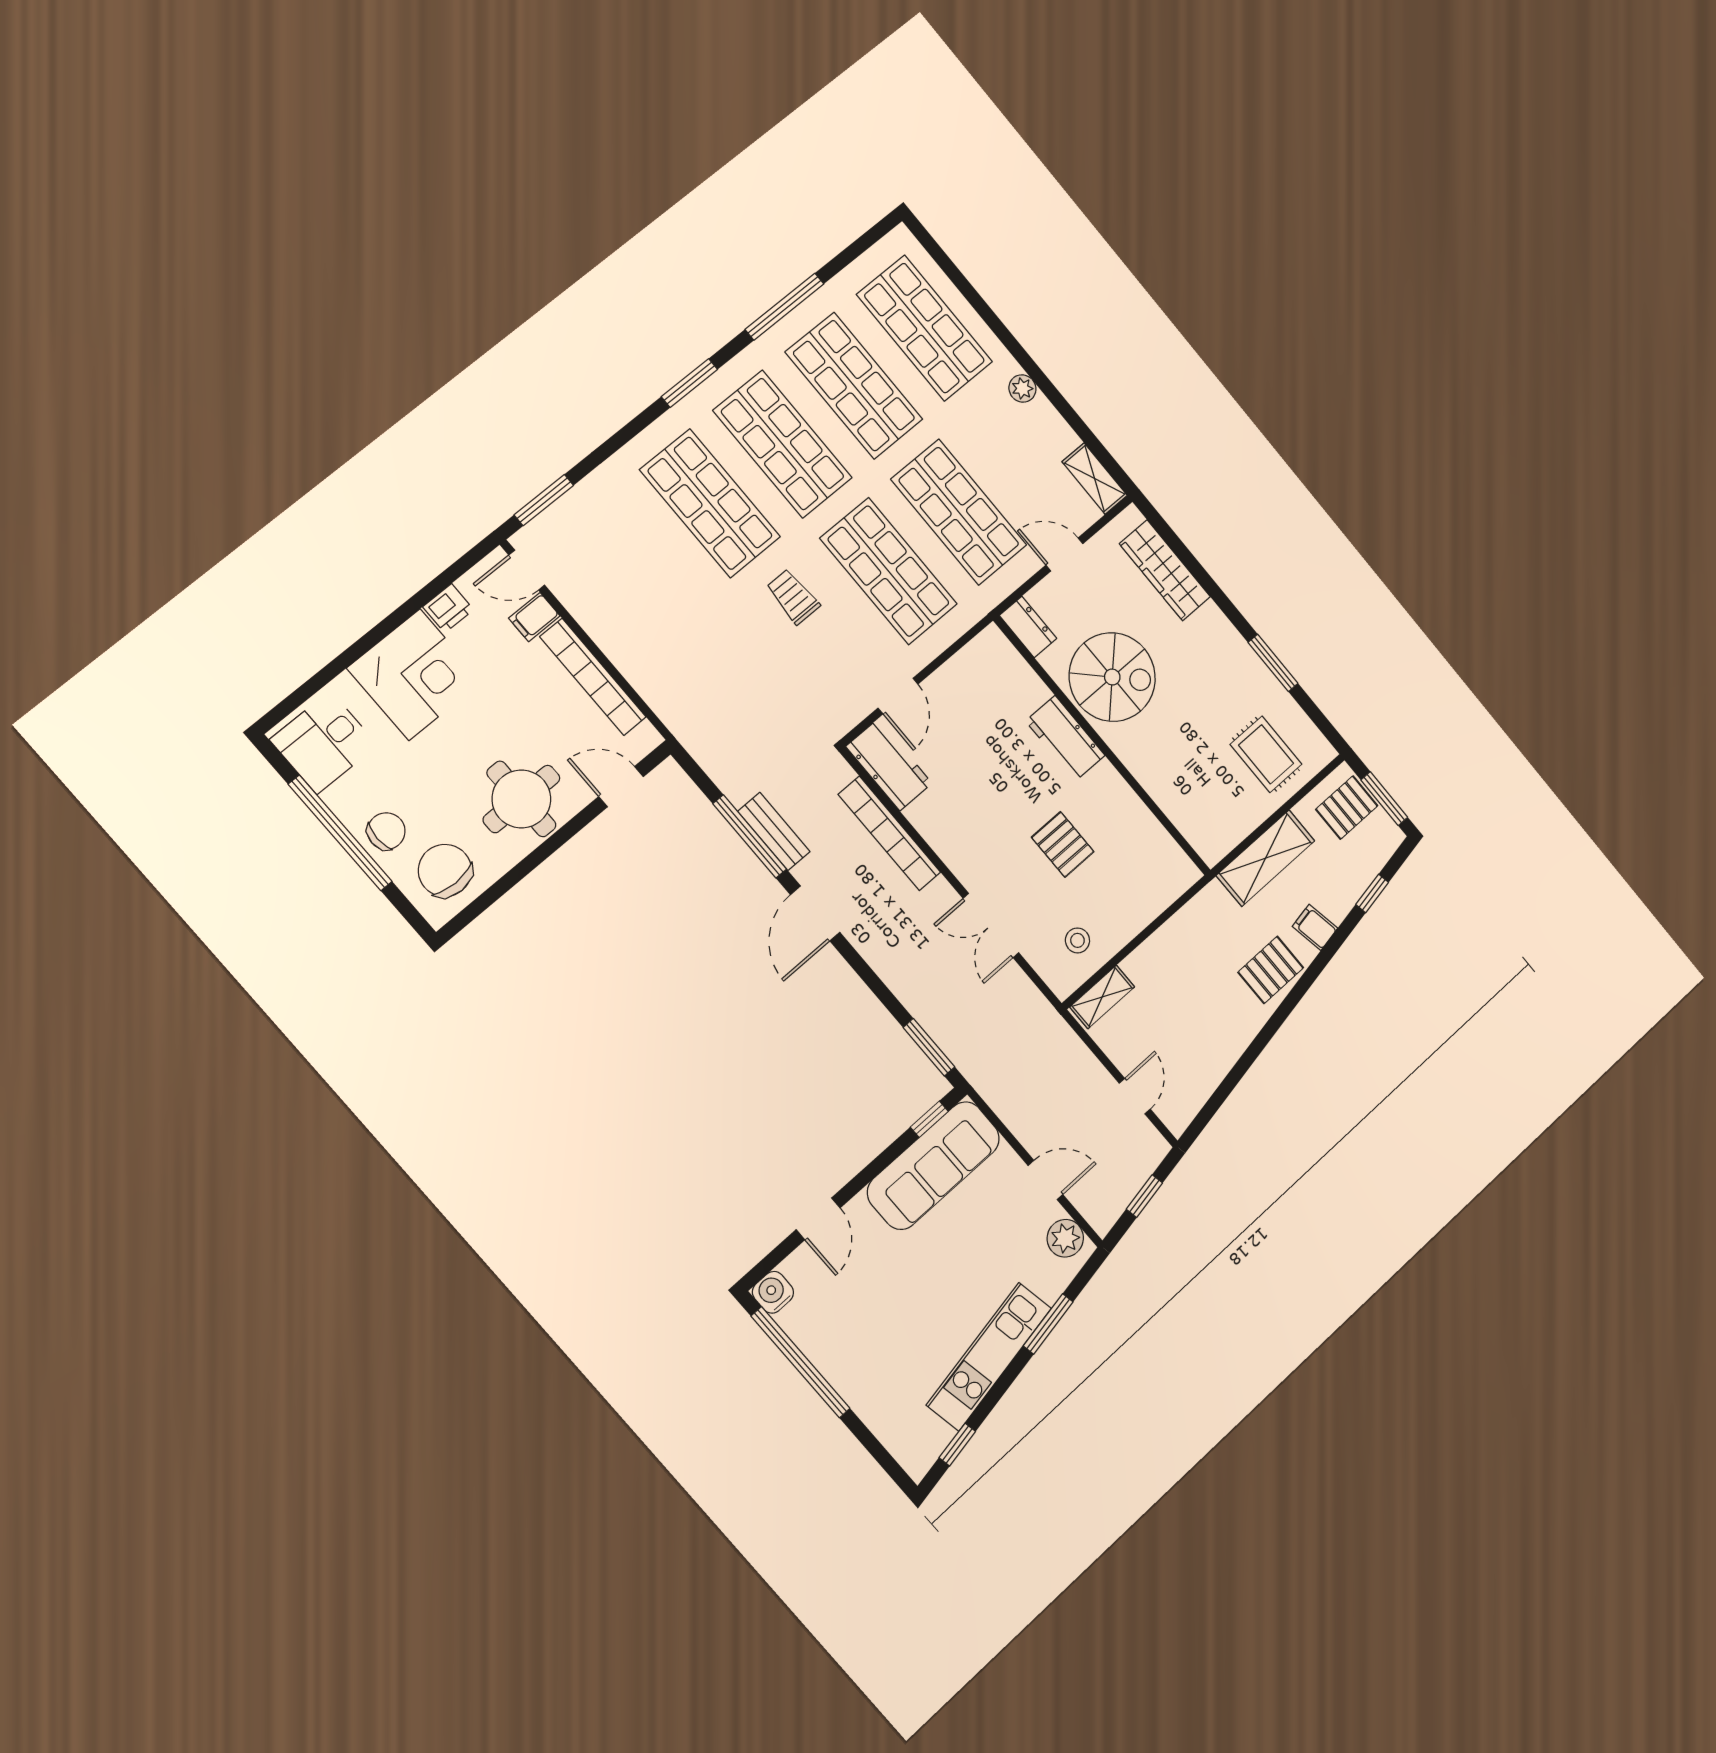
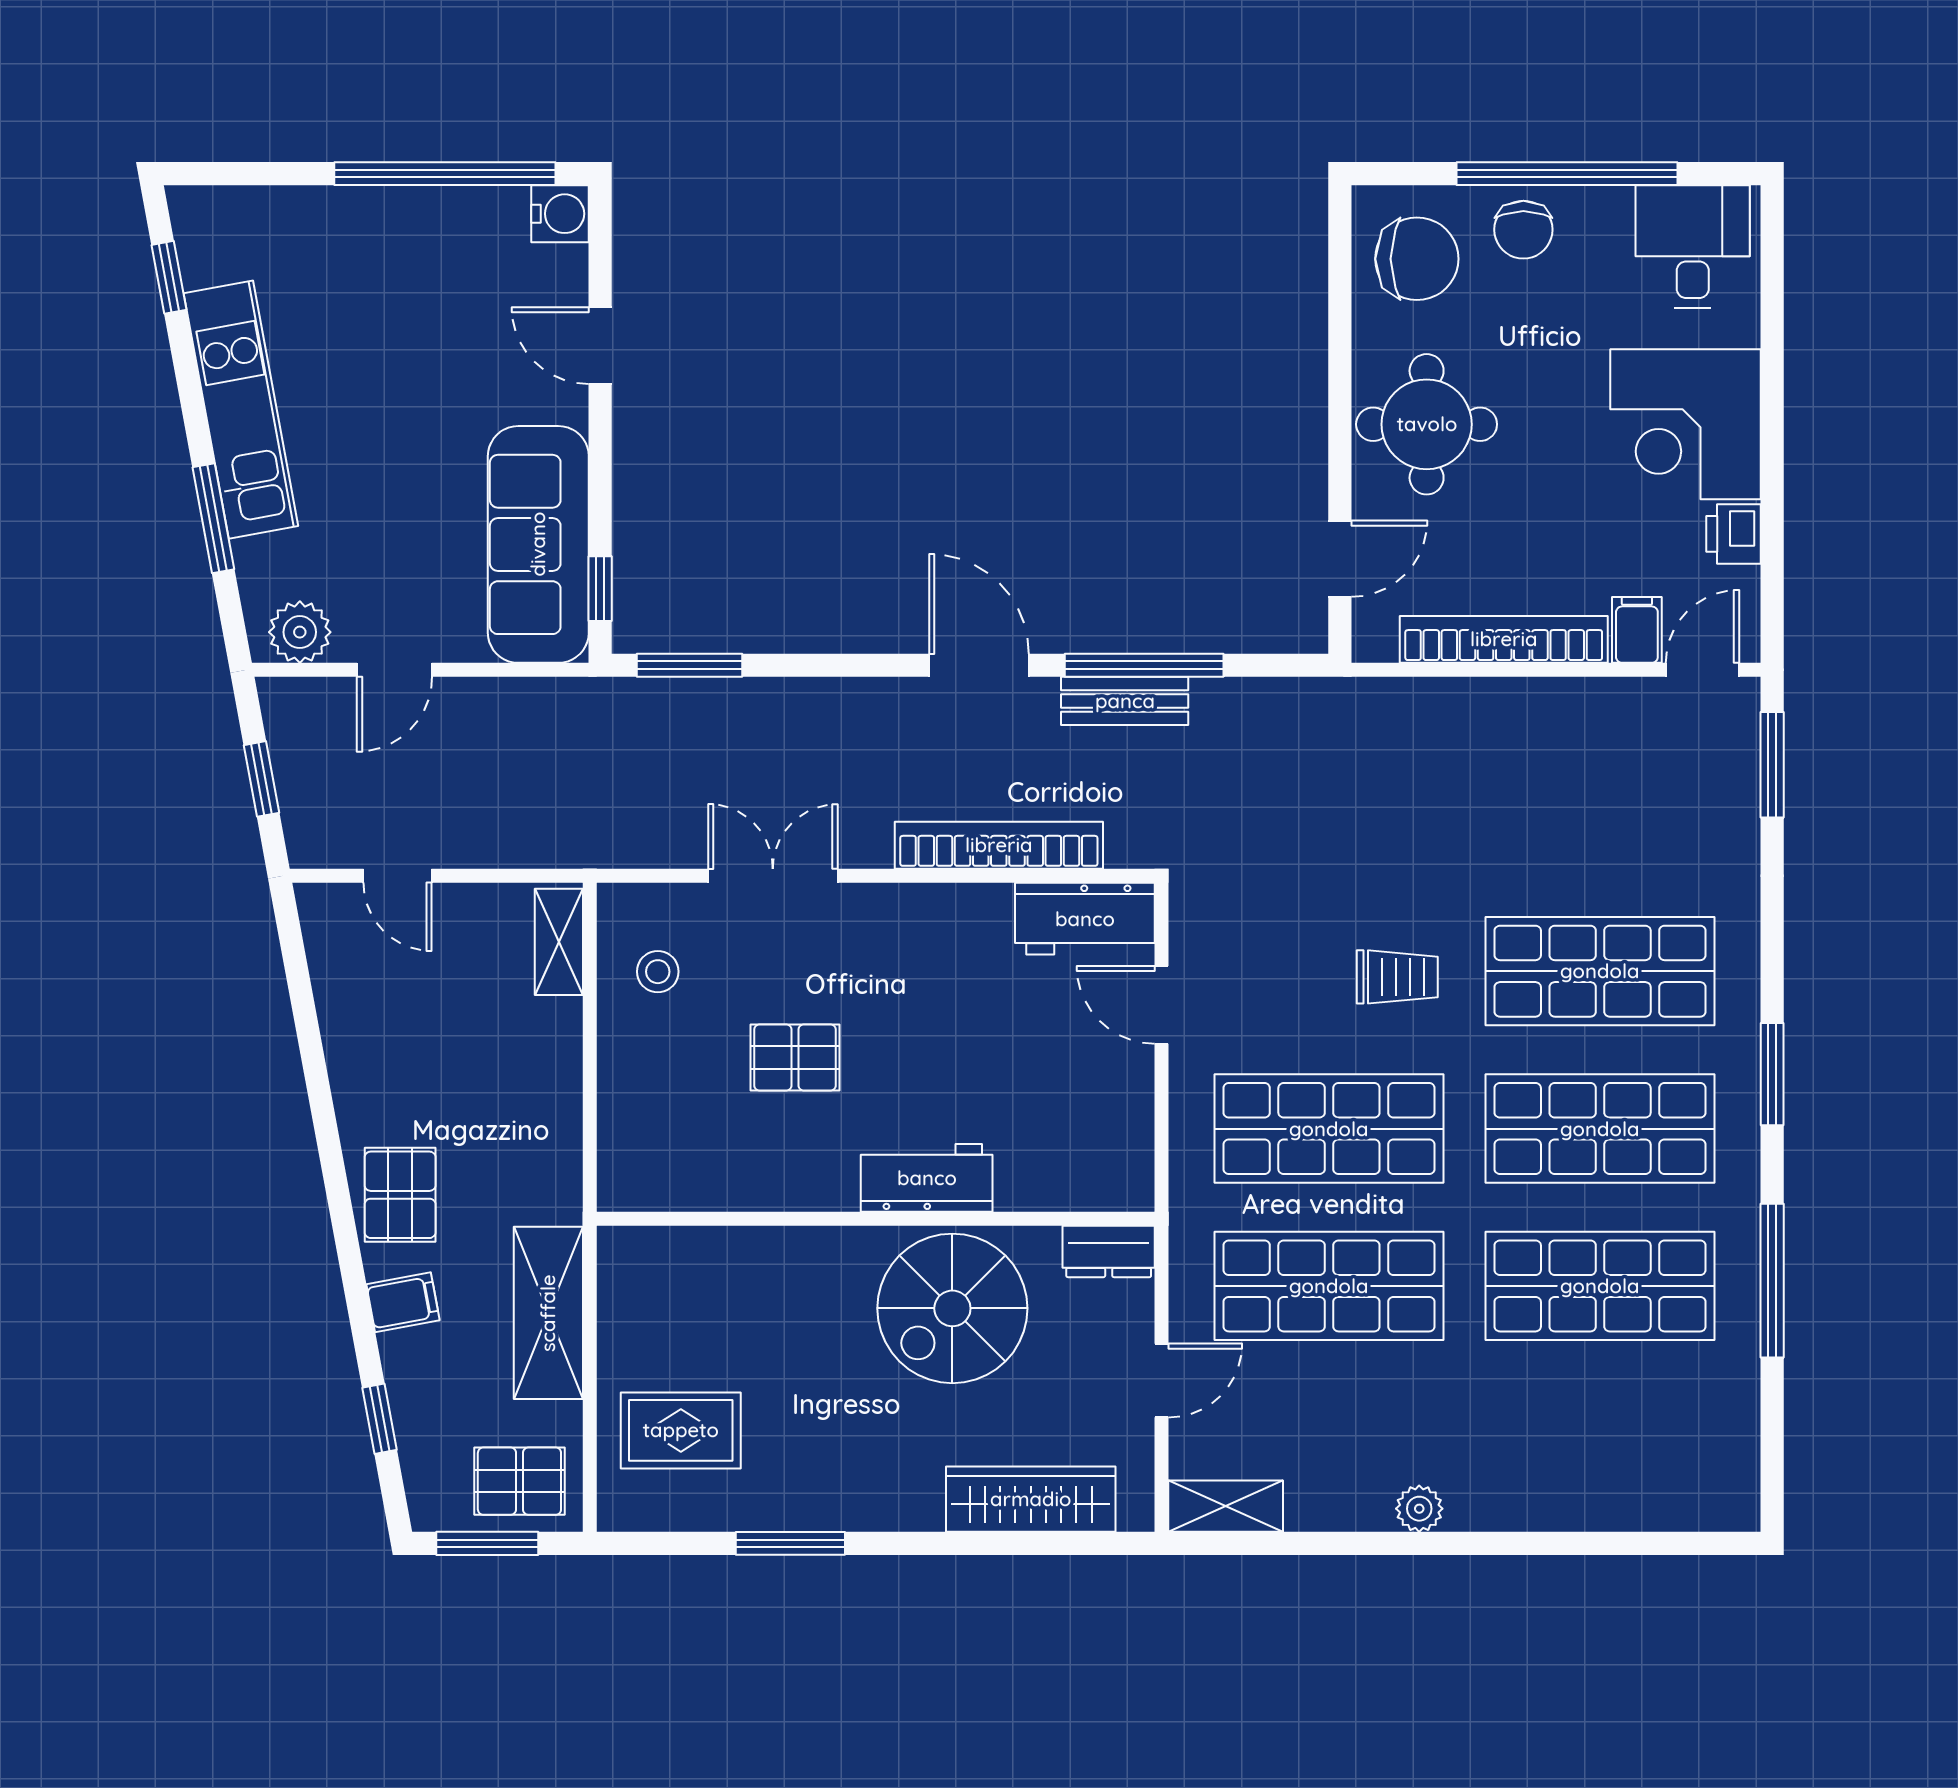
shop shelf: (924, 328) -> (1600, 1443), removed
pallet: (1347, 808) -> (519, 1481), turned 90

